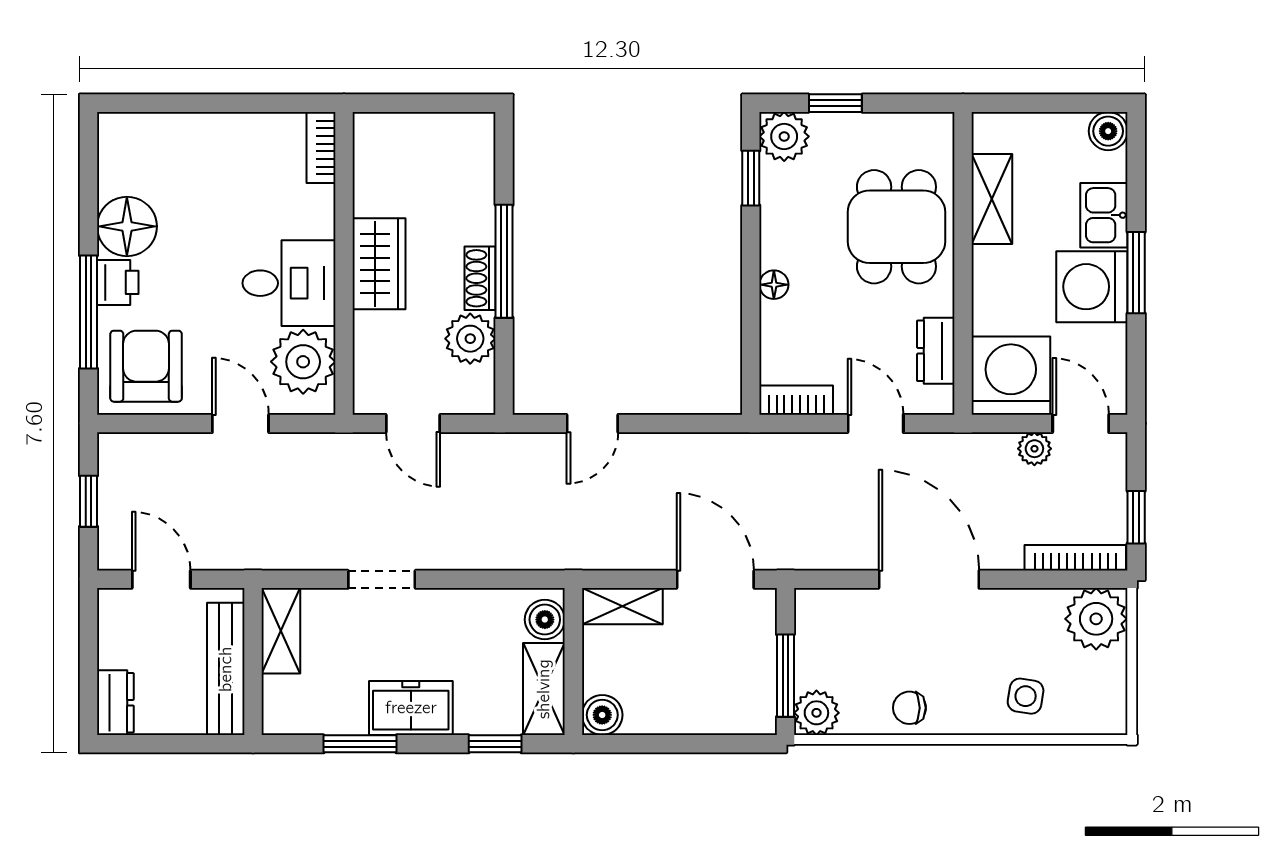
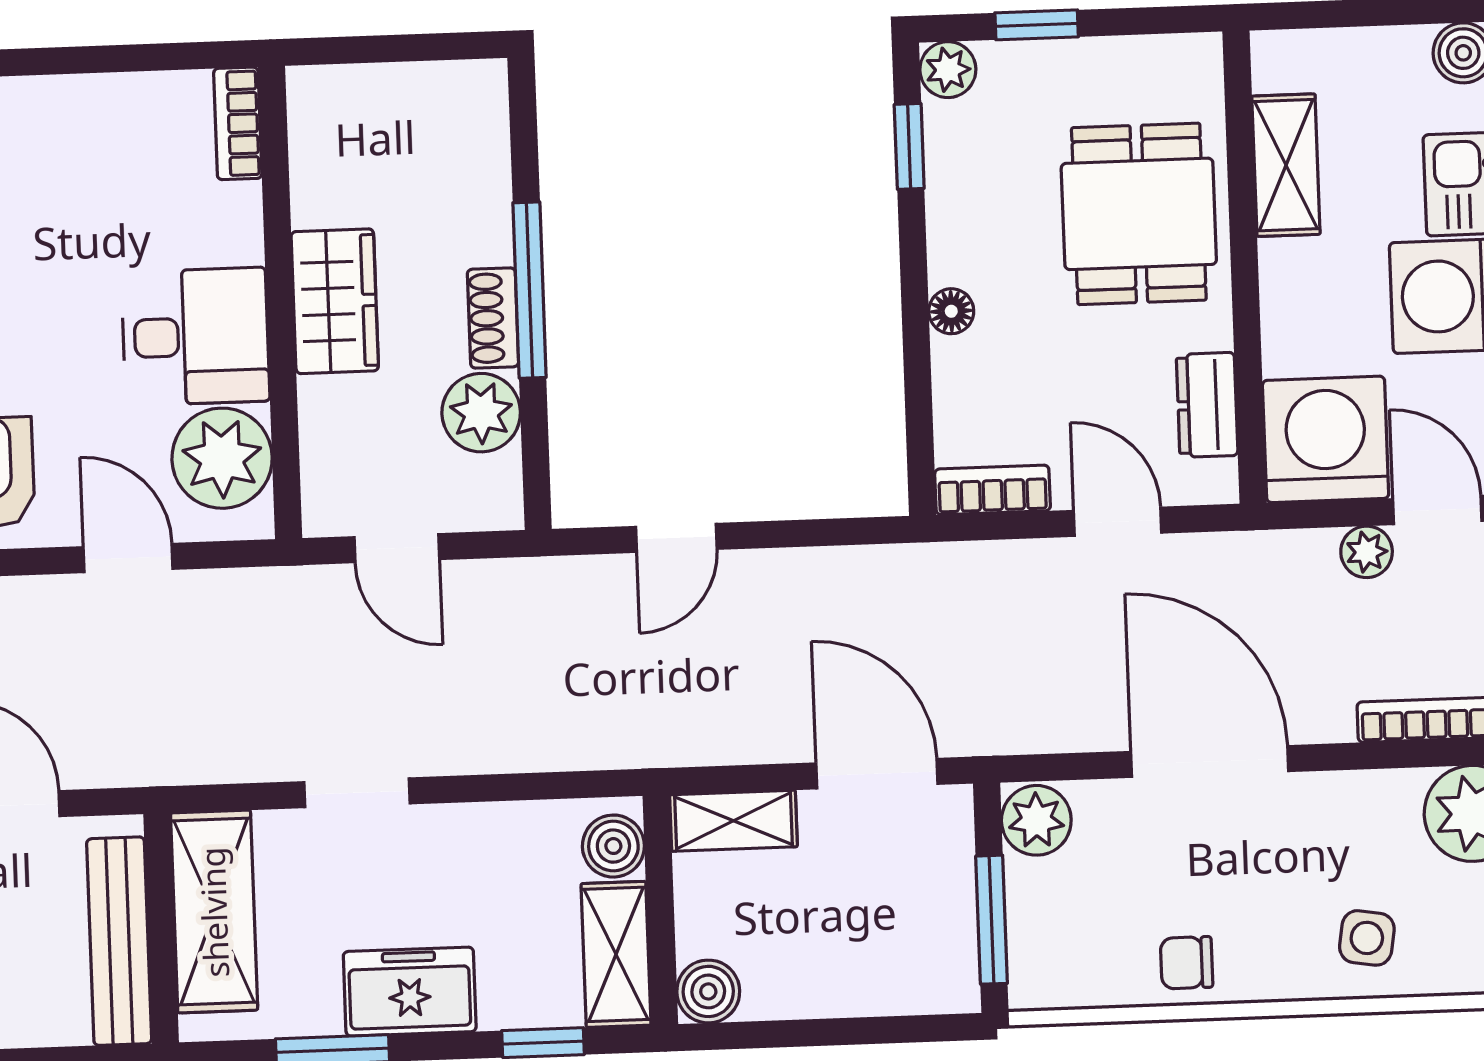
plant: (784, 136) -> (948, 70), width x0.73, depth x0.73
shelving: (281, 631) -> (214, 912), width x1.50, depth x1.33
plant: (816, 713) -> (1036, 820), moved

